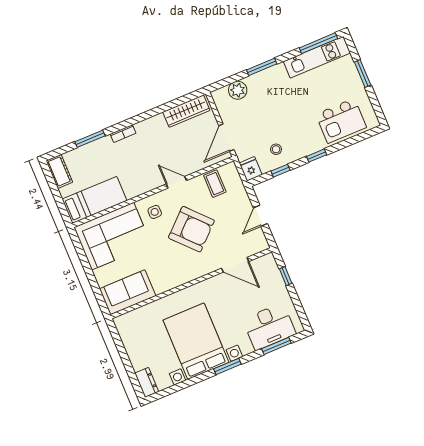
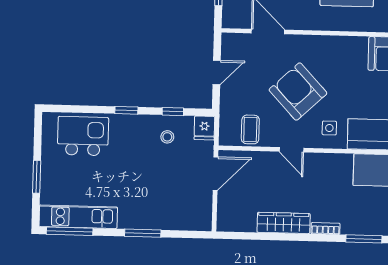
plant: (238, 90) -> (180, 220), removed
wardrobe: (186, 111) -> (284, 223), moved

